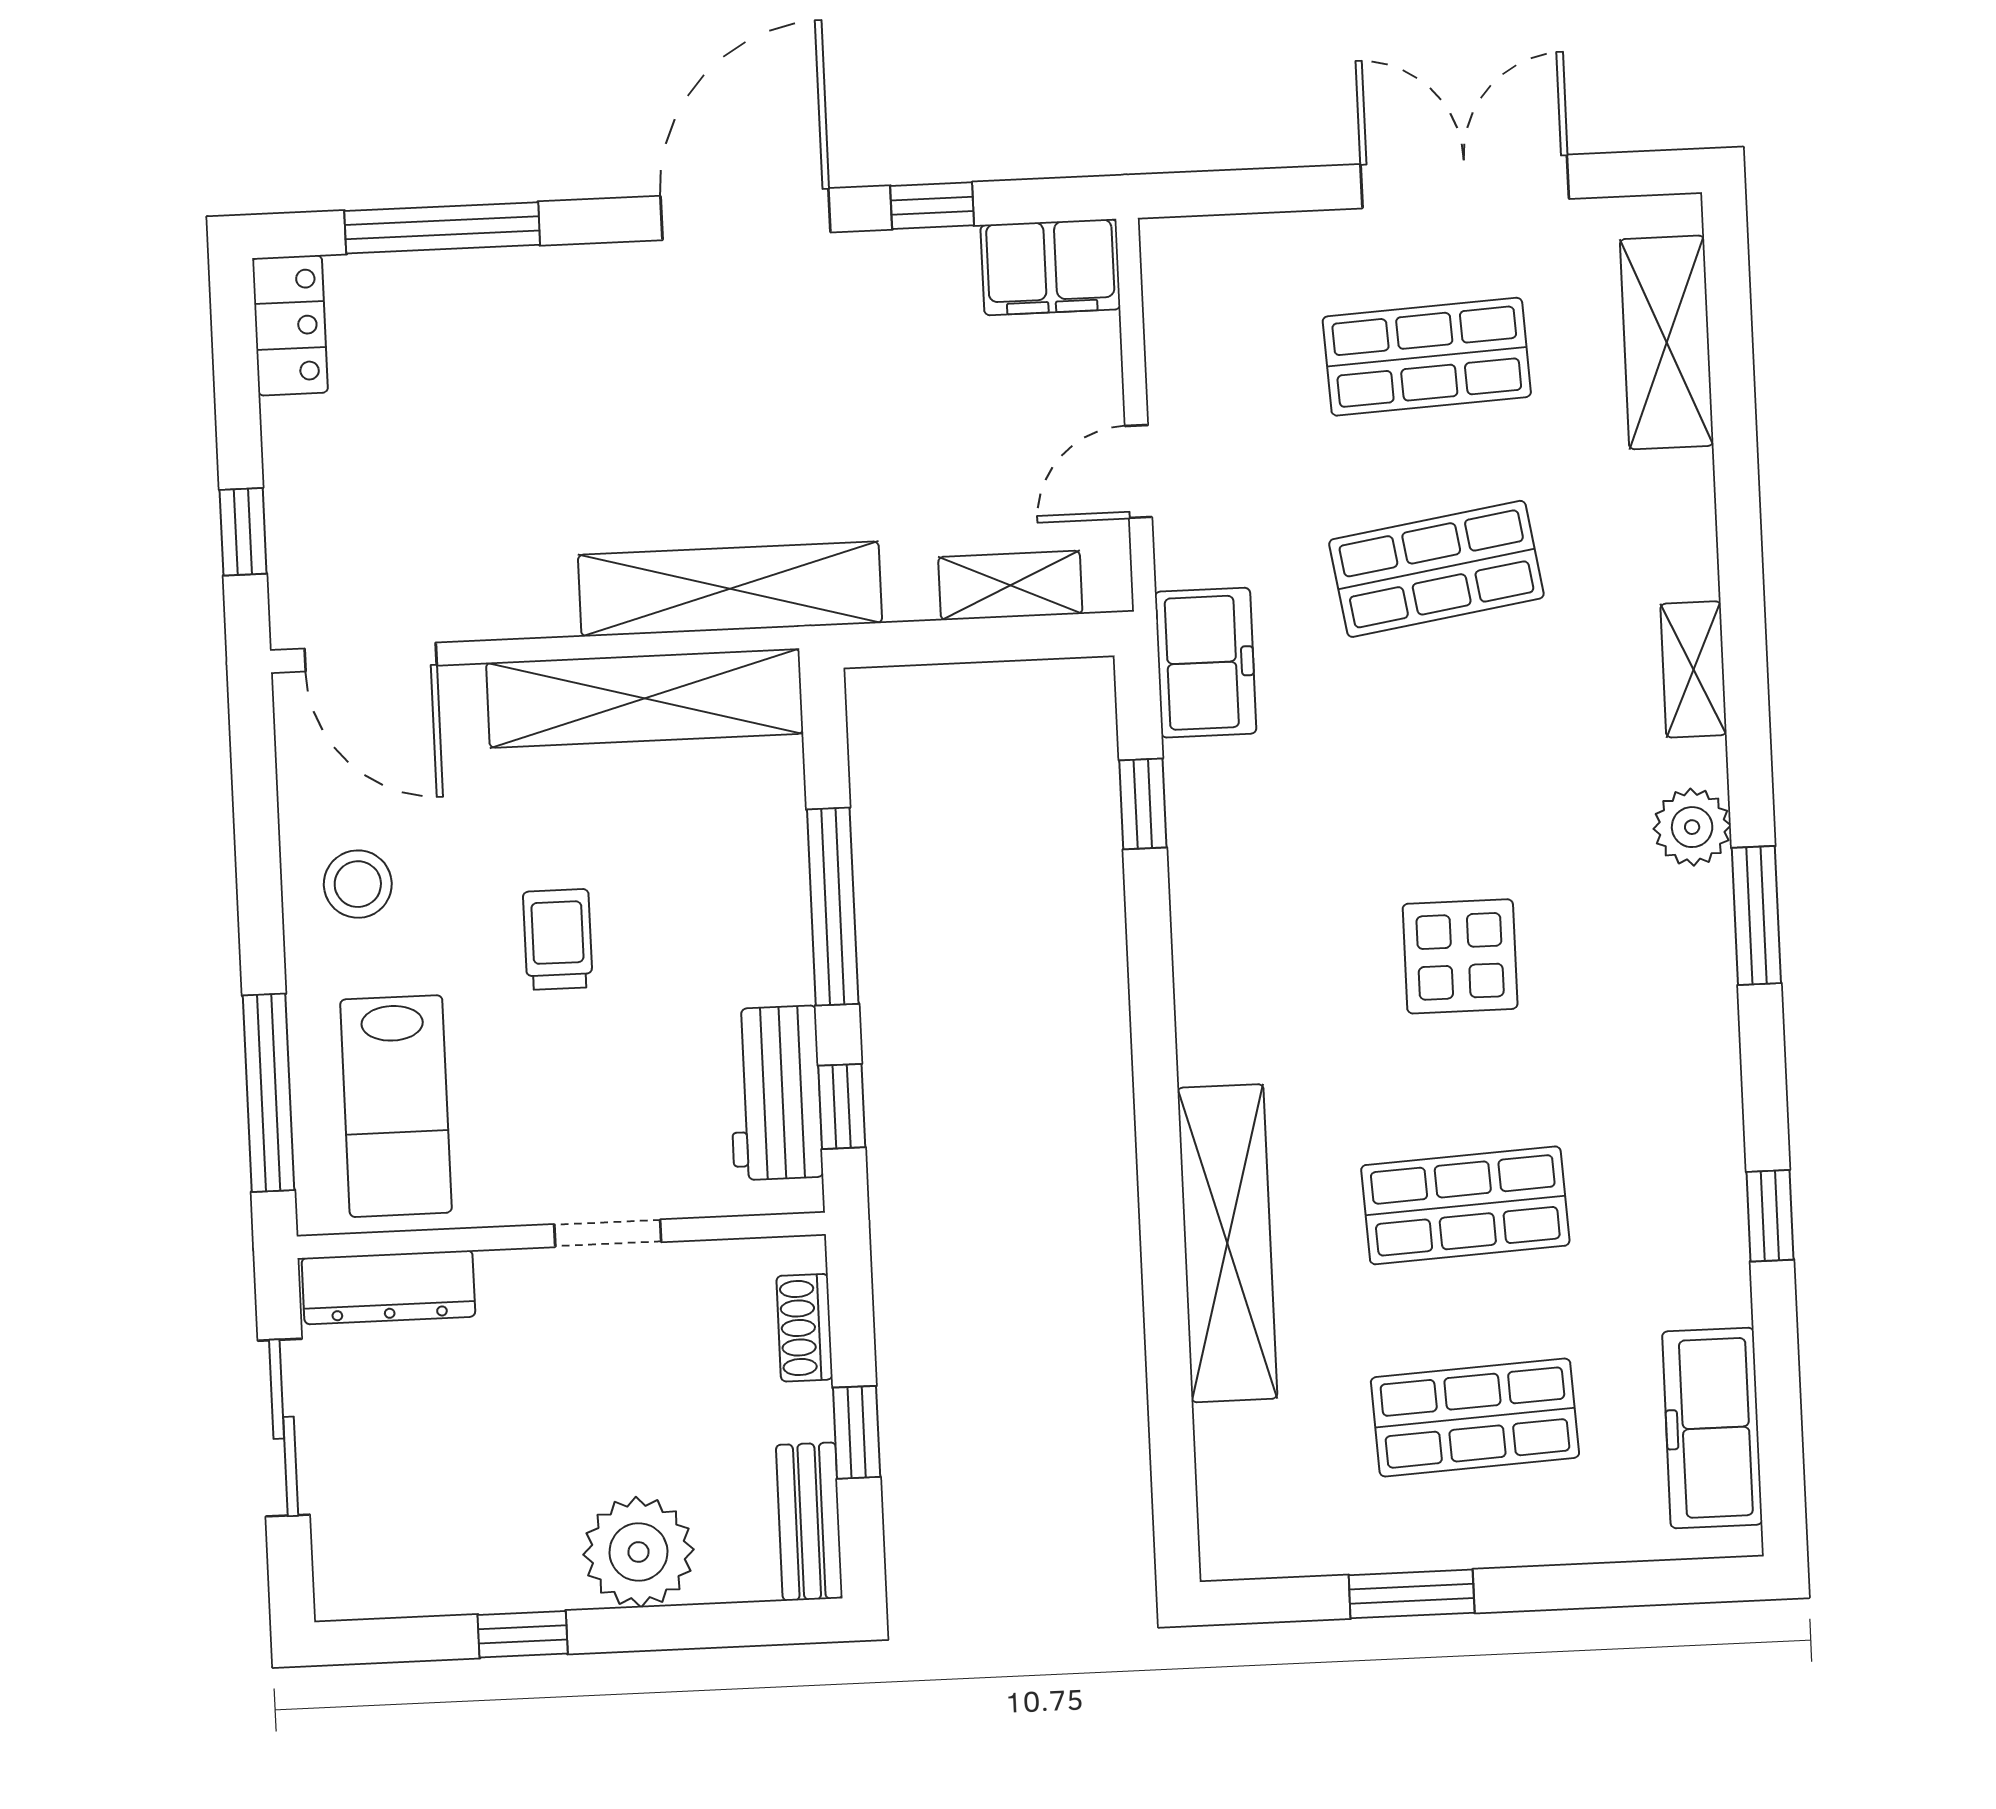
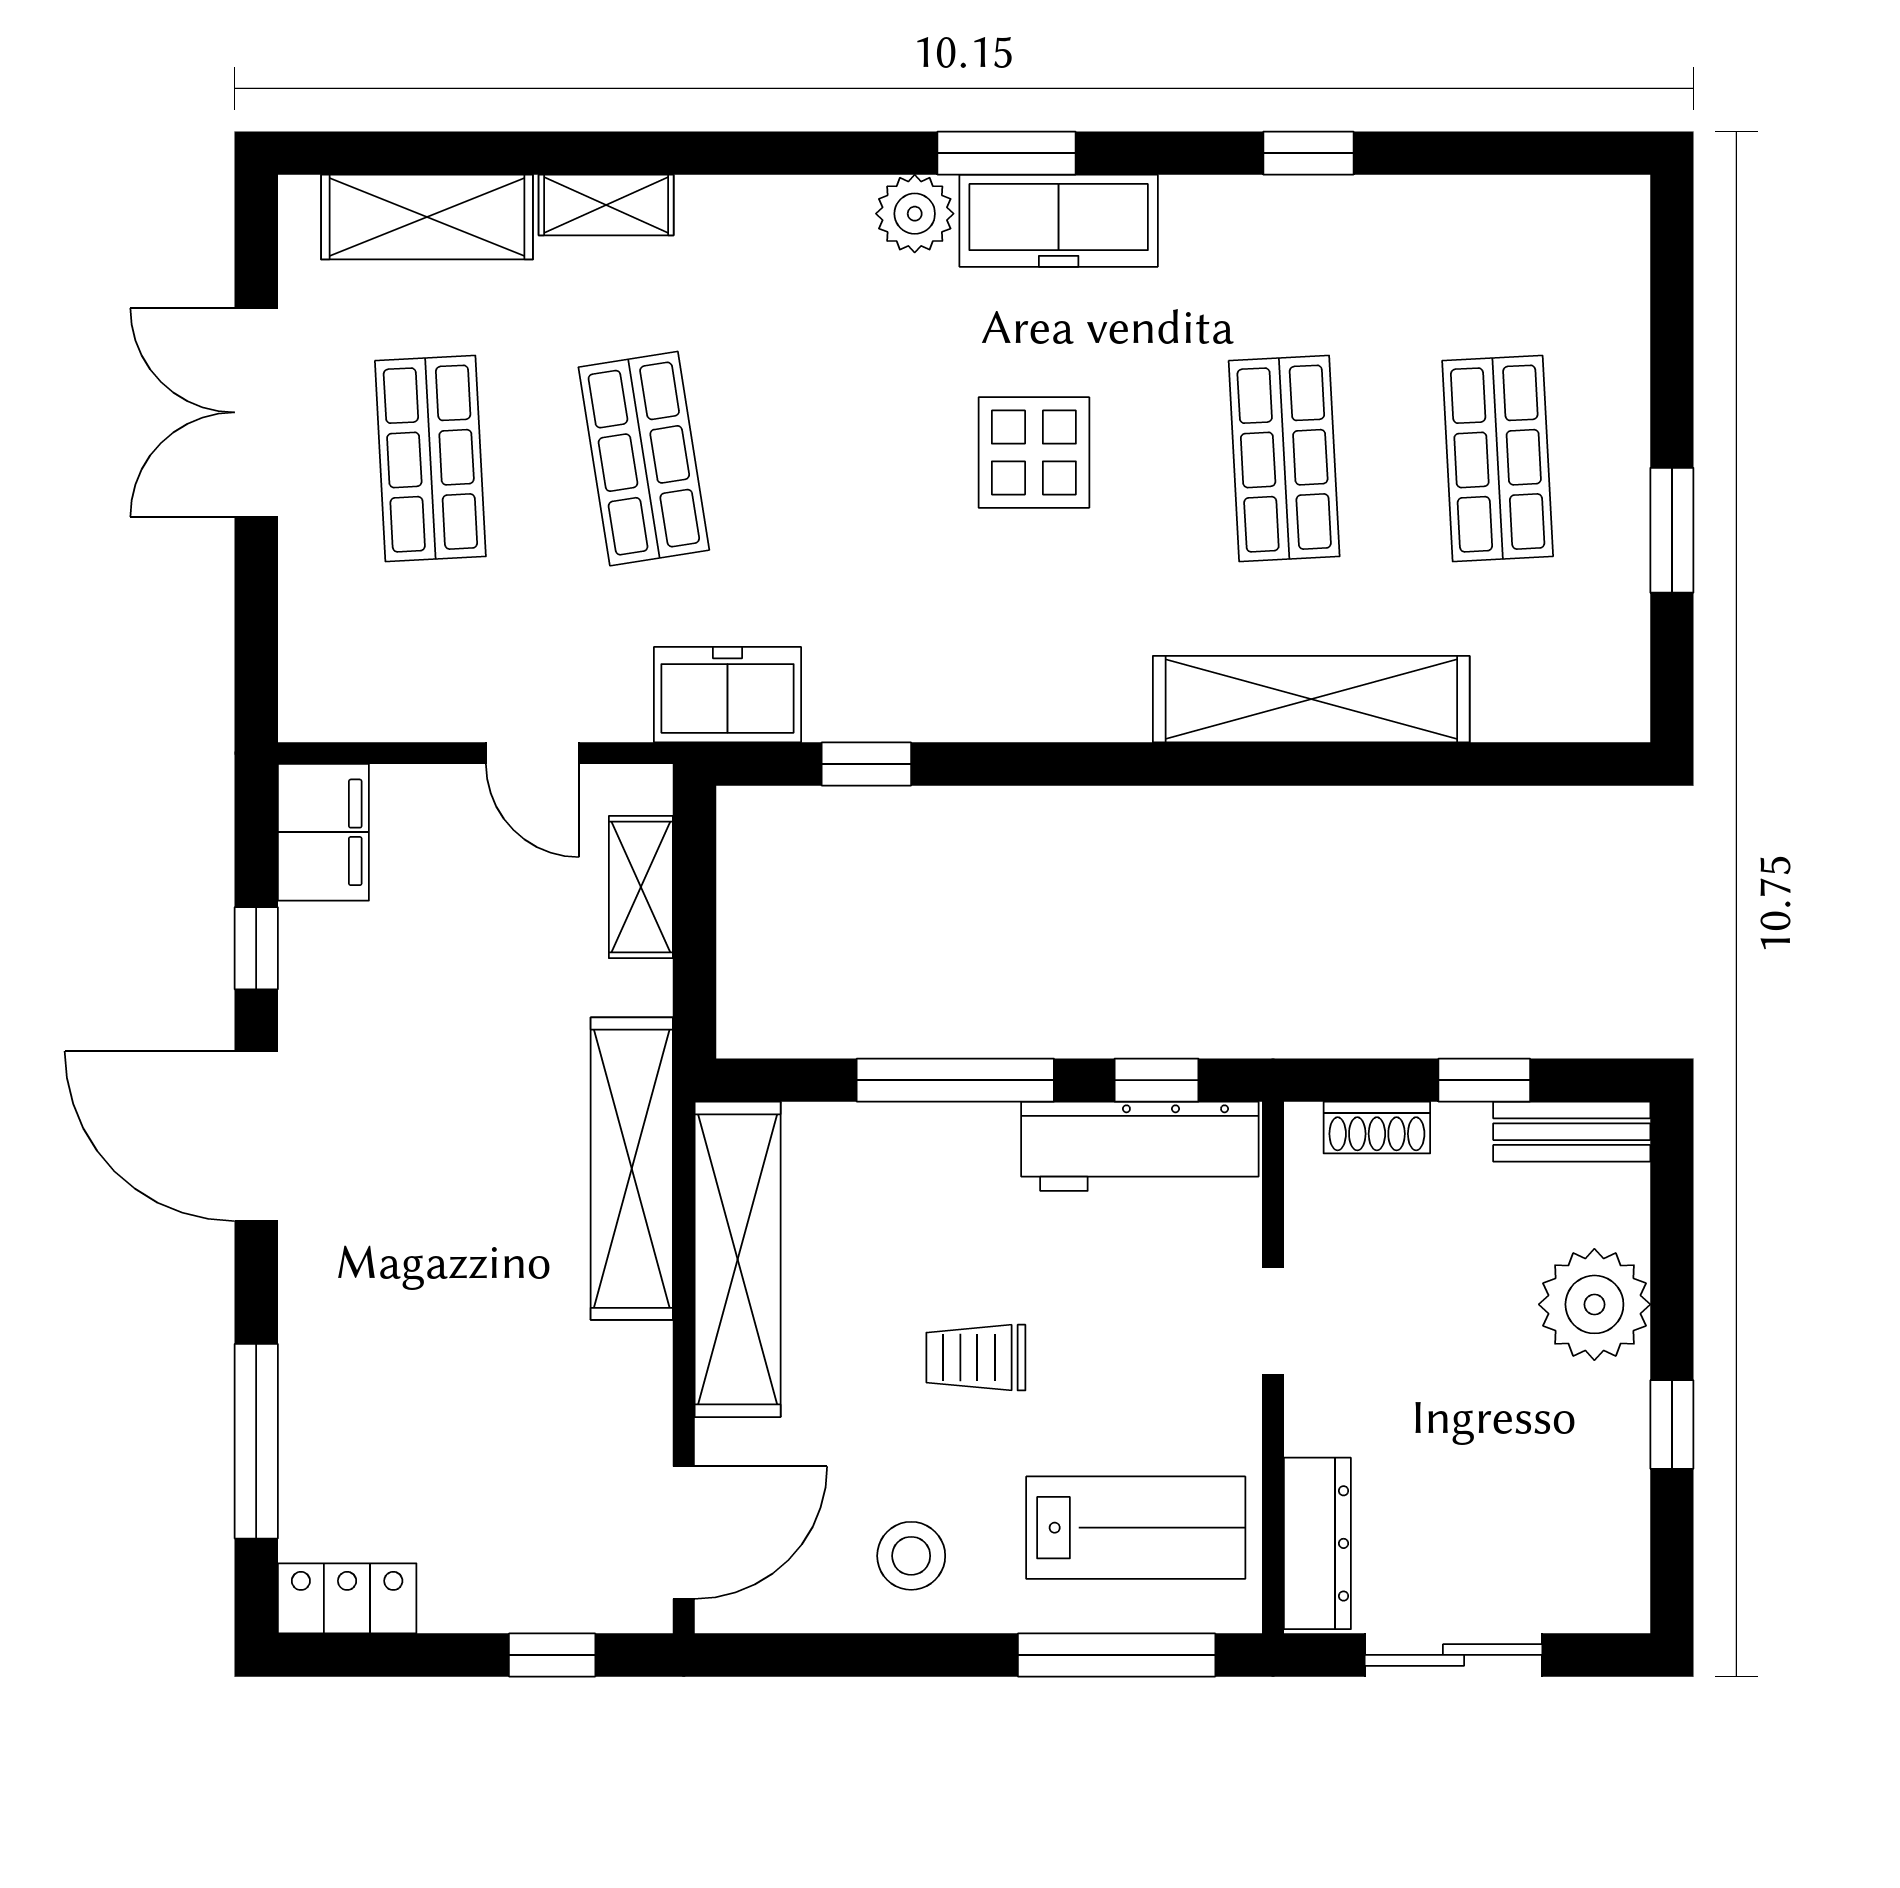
shelving: (1693, 669) -> (606, 205), moved
workbench: (775, 1093) -> (1140, 1146), width x1.38
freezer: (1712, 1428) -> (1059, 221), moved

